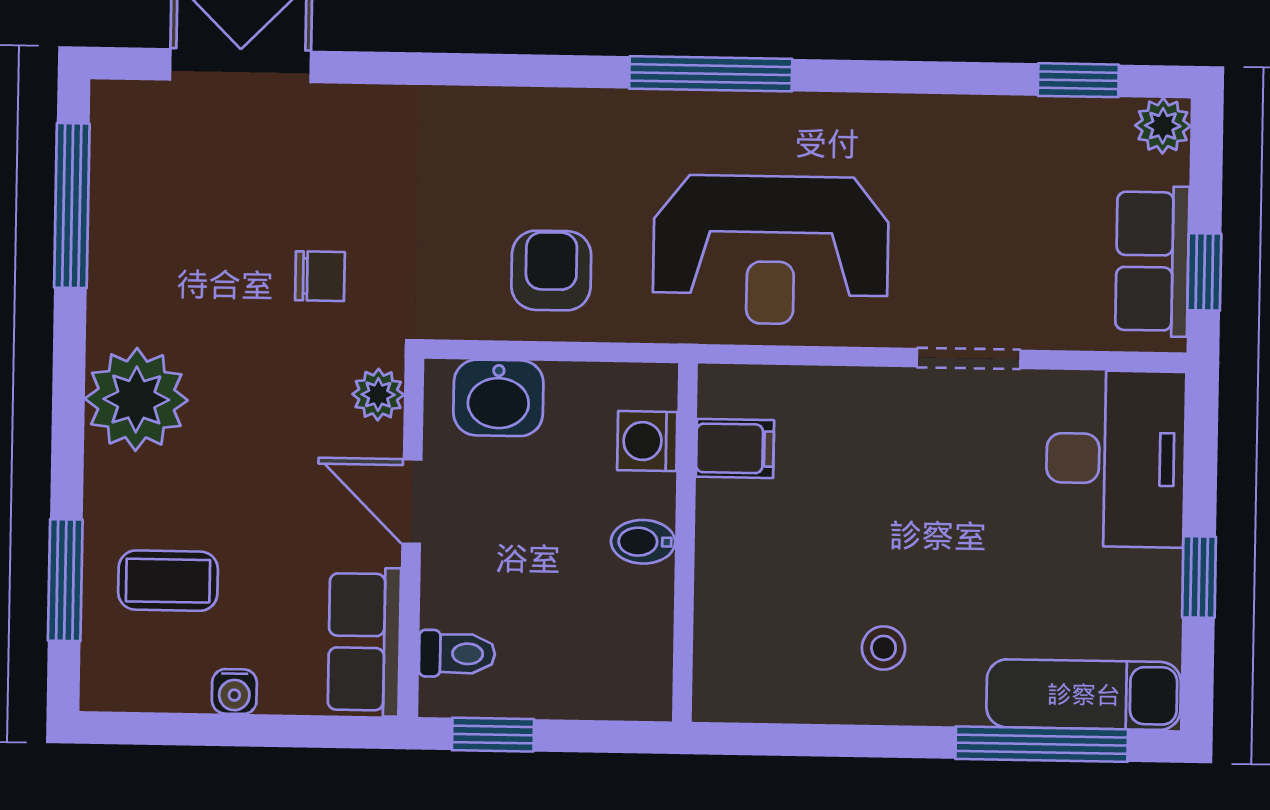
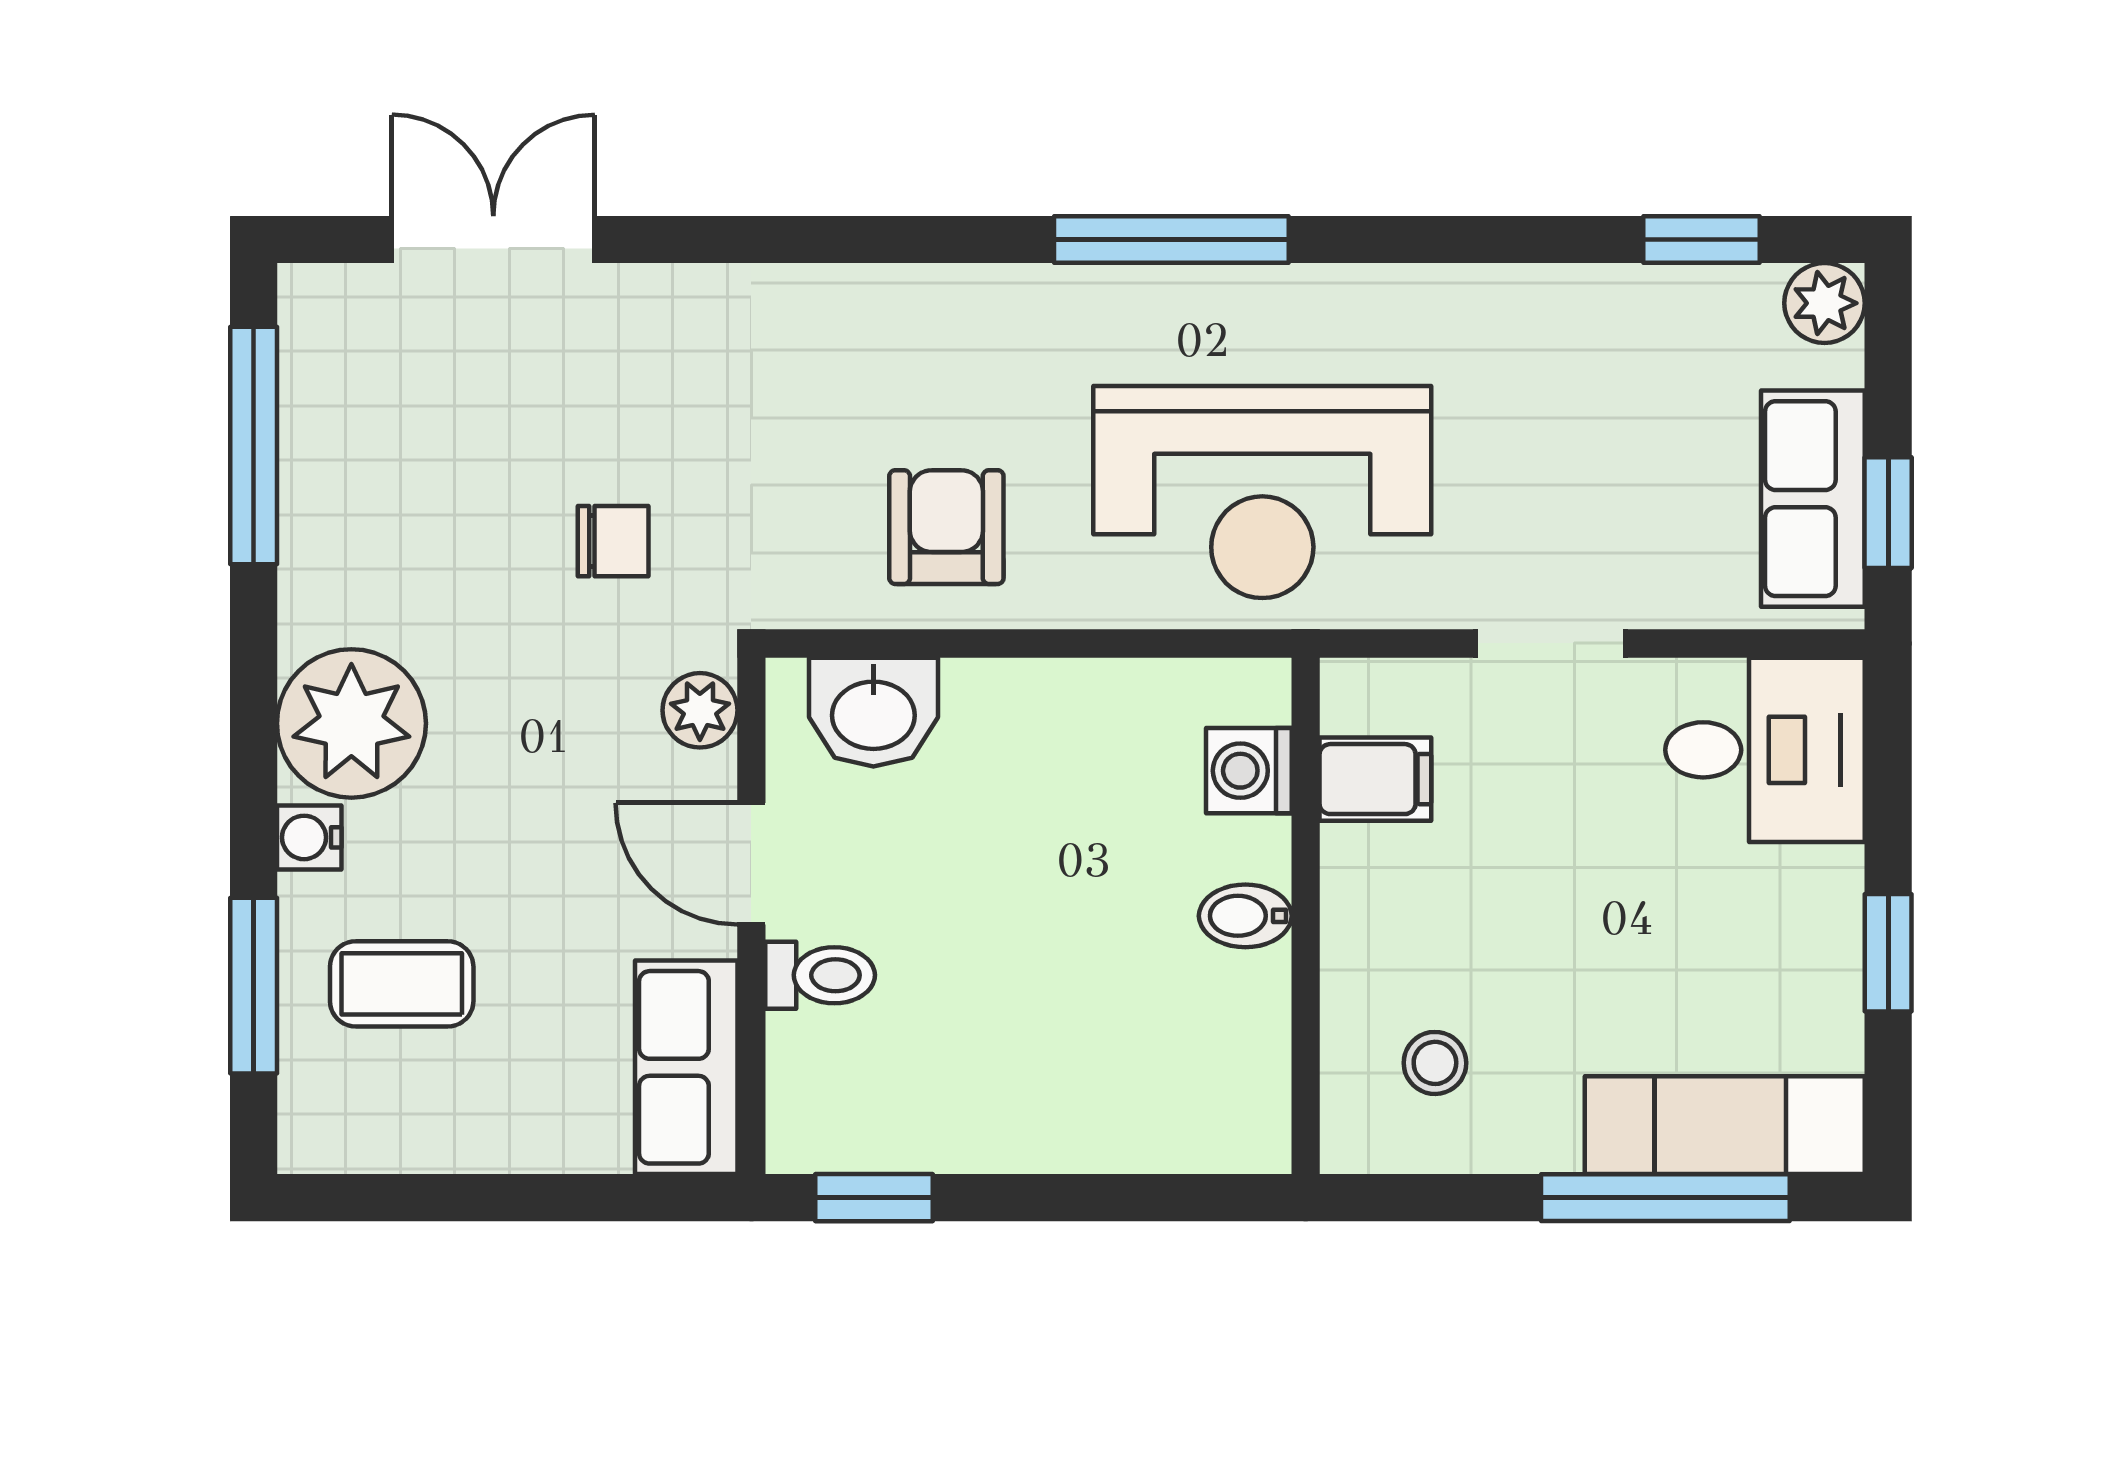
washing machine: (647, 441) -> (1249, 771), moved
filing cabinet: (735, 448) -> (1375, 779), moved
desk: (1116, 459) -> (1765, 750), width x0.73
bidet: (643, 542) -> (1245, 916), moved
wall: (685, 542) -> (1306, 916), moved
toilet: (457, 654) -> (820, 975), moved
water cooler: (234, 691) -> (309, 837), moved, turned 90

